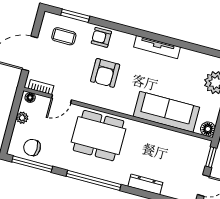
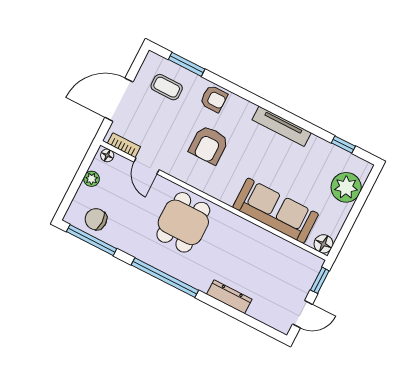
armchair: (101, 37) -> (214, 99), turned 180
window: (207, 51) -> (343, 145), added
door: (61, 99) -> (146, 166), hinge flipped
dining table: (99, 136) -> (183, 222), width x0.73

